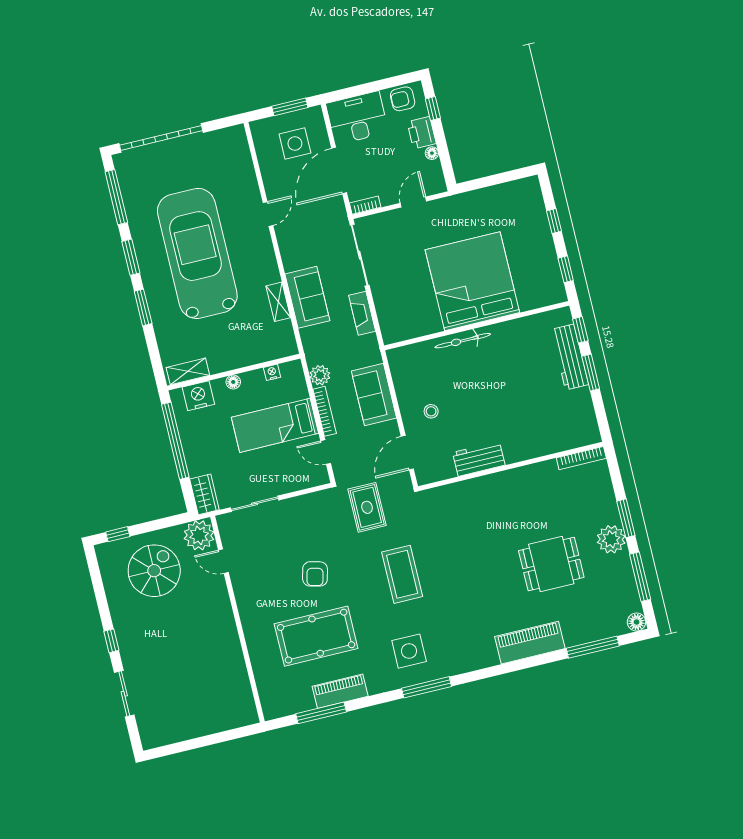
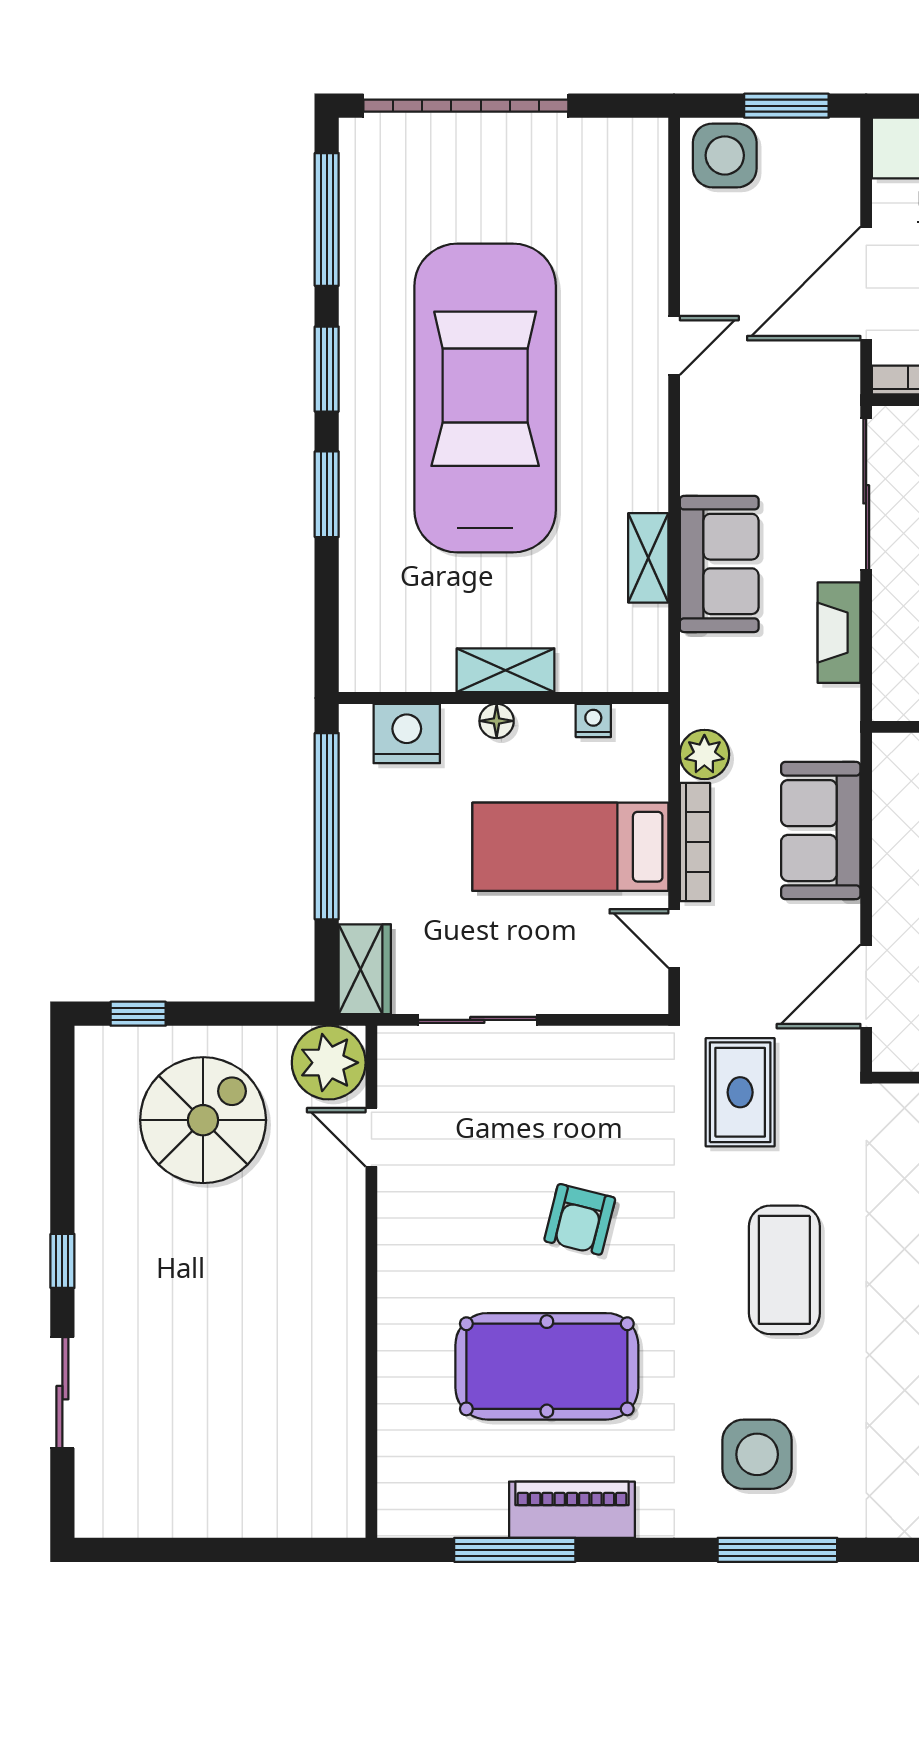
side table: (295, 143) -> (725, 155), moved
shelving: (188, 371) -> (506, 670), moved

